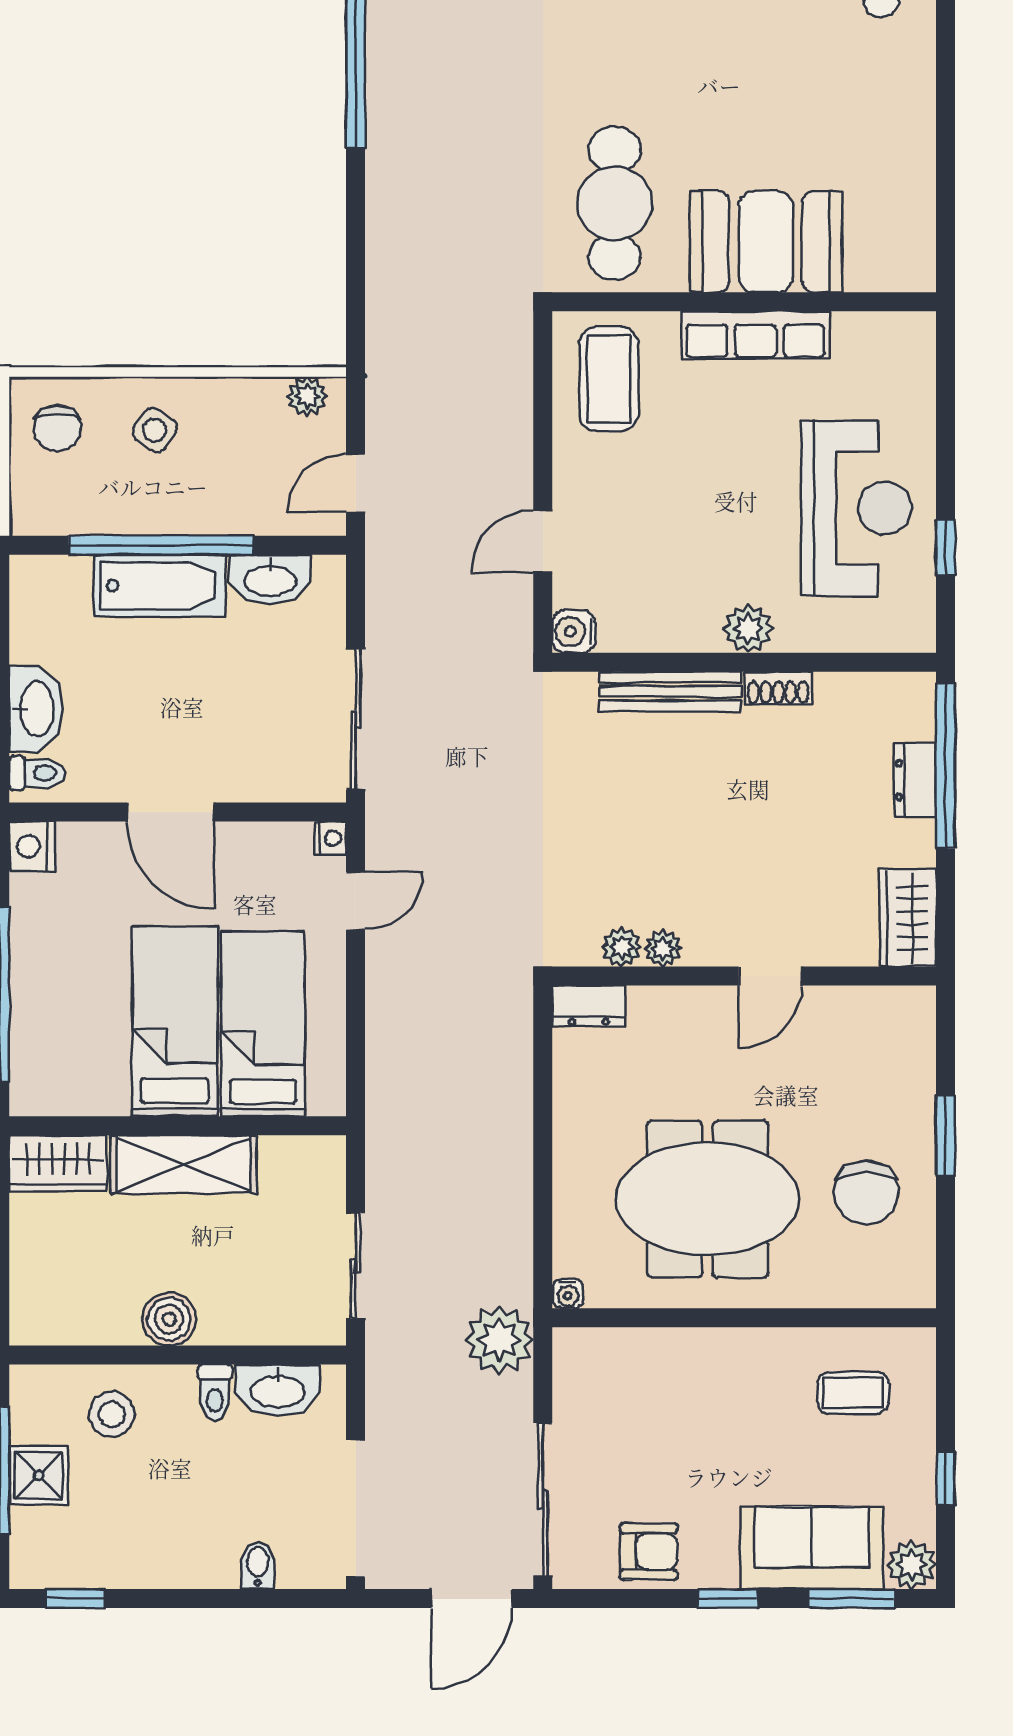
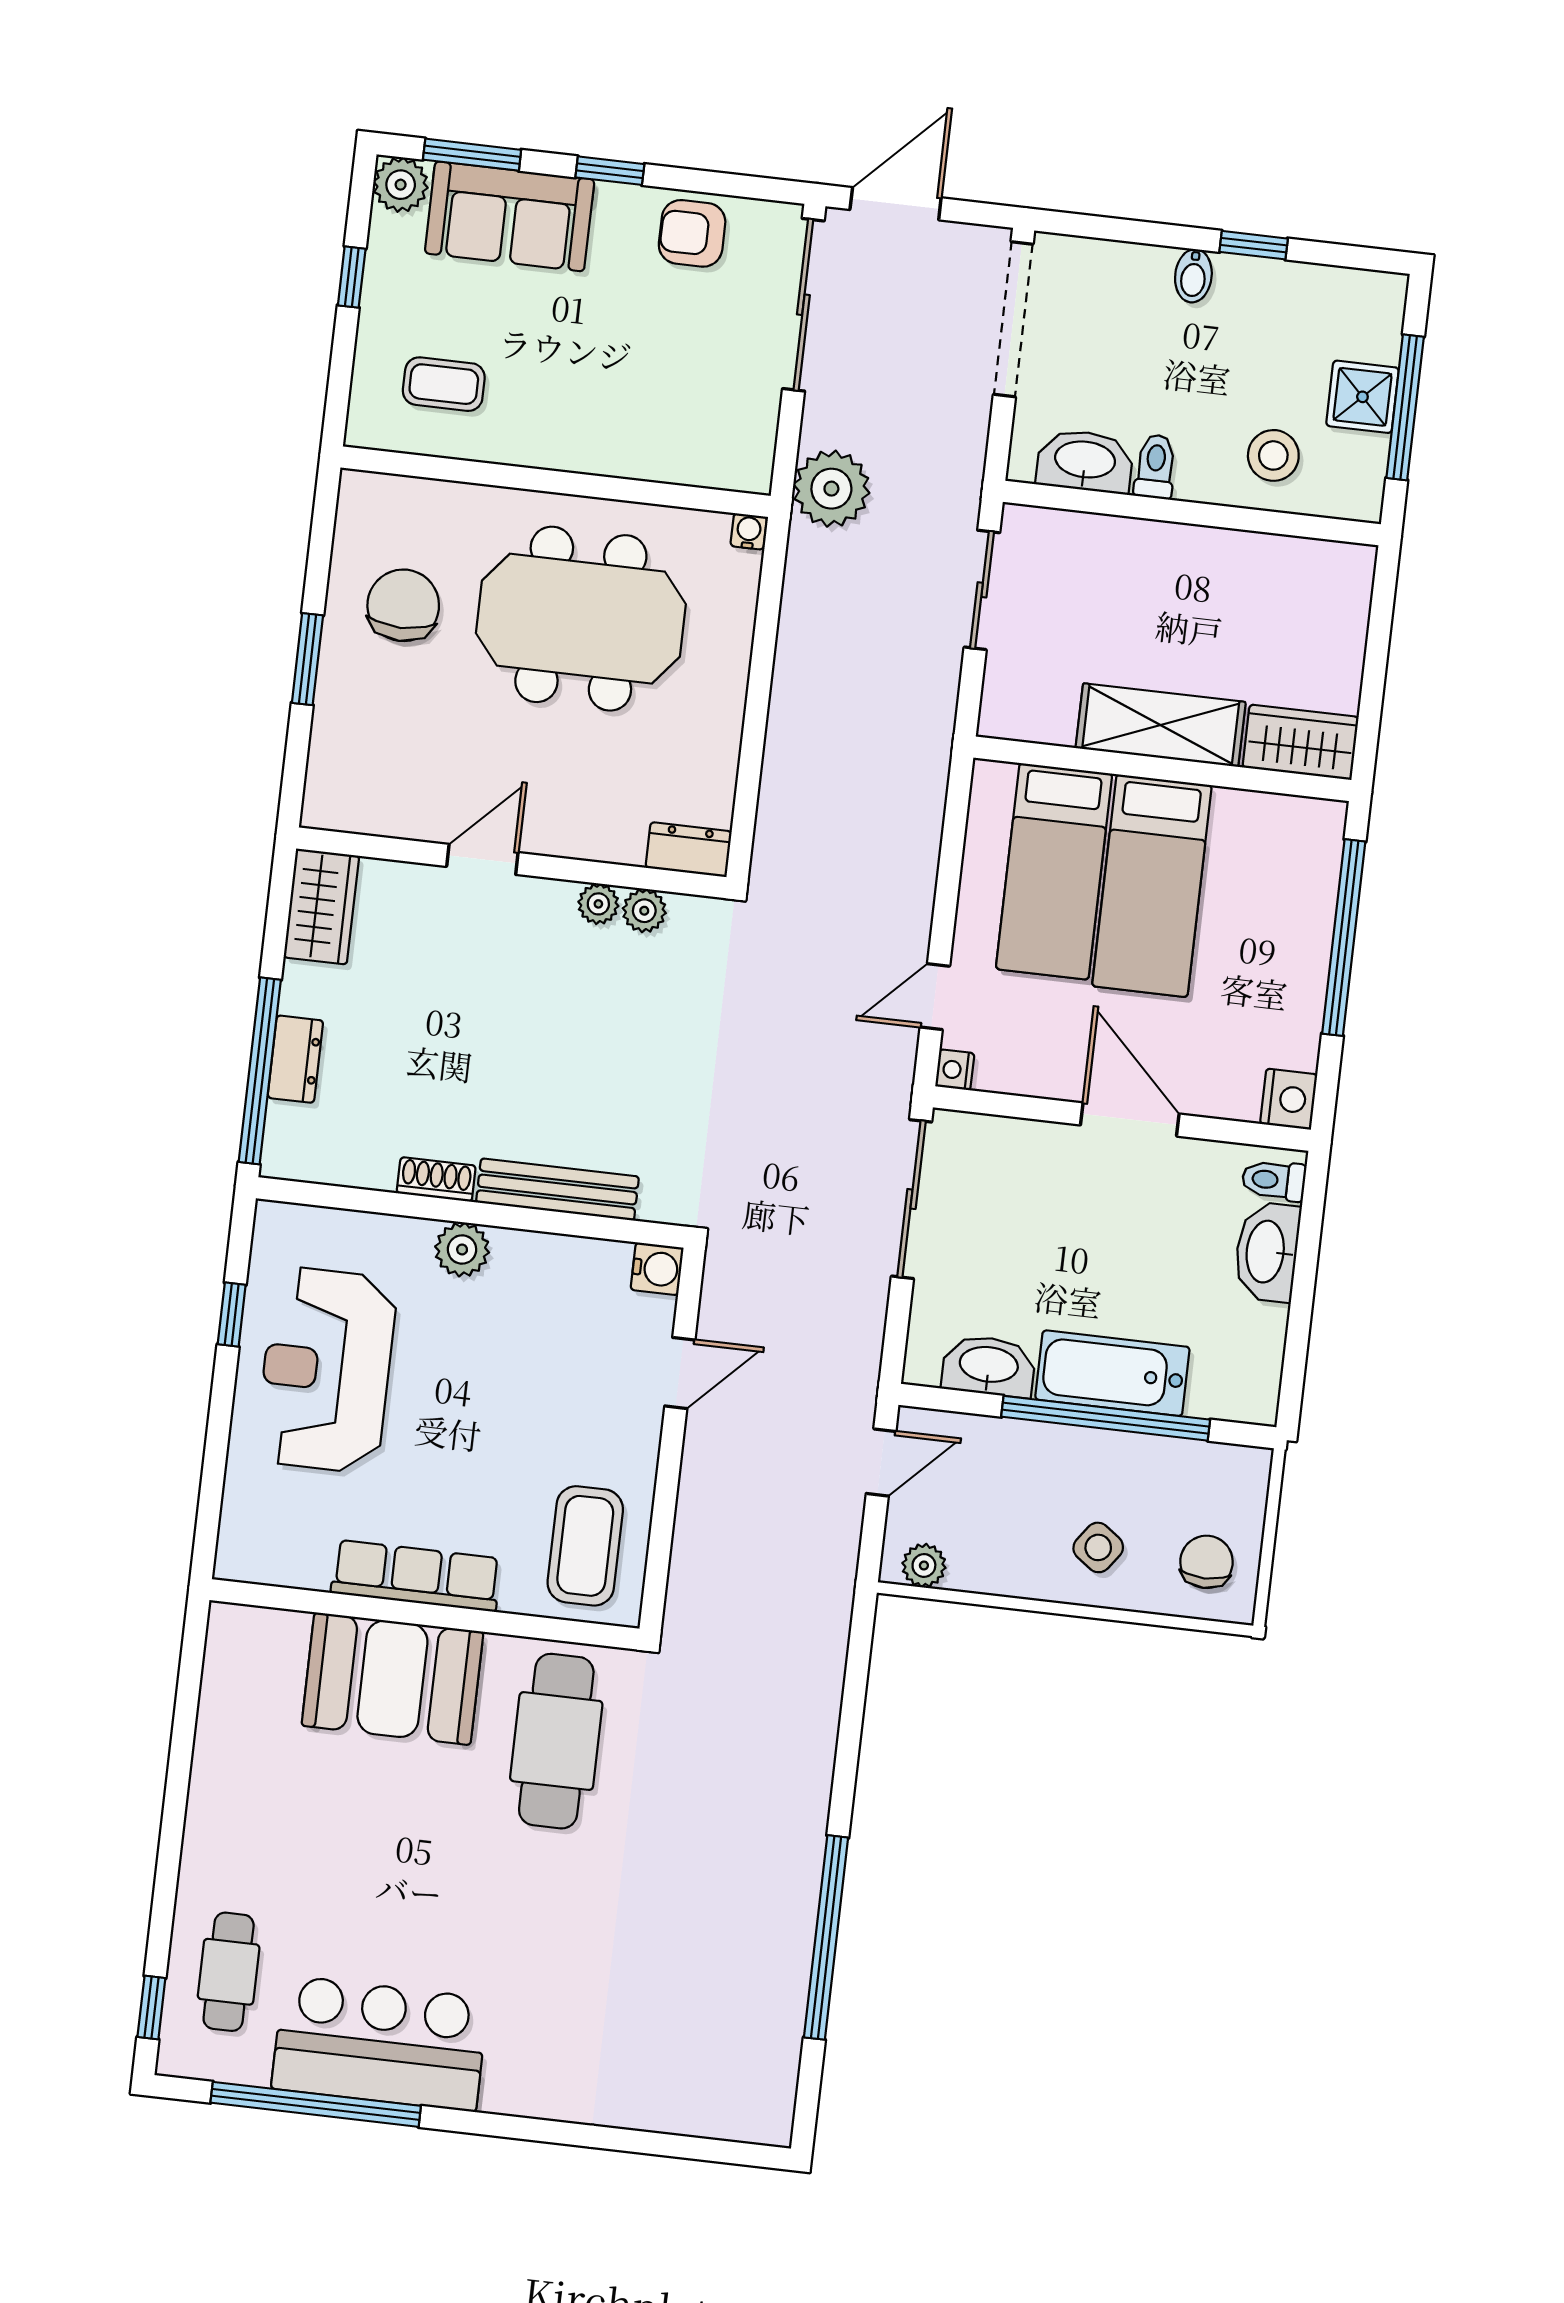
boiler: (169, 1319) -> (1197, 554), removed
bidet: (258, 1565) -> (1193, 276), moved
window: (75, 1599) -> (1254, 245), moved

